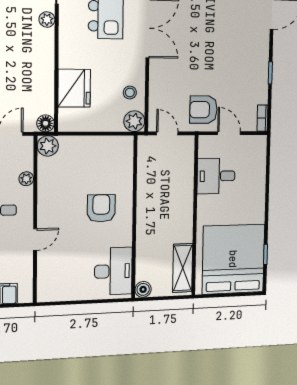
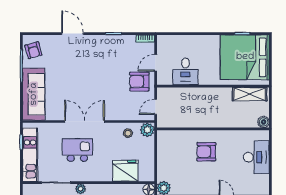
armchair: (203, 110) -> (139, 82), turned 90
desk: (113, 271) -> (256, 157), moved, turned 90

